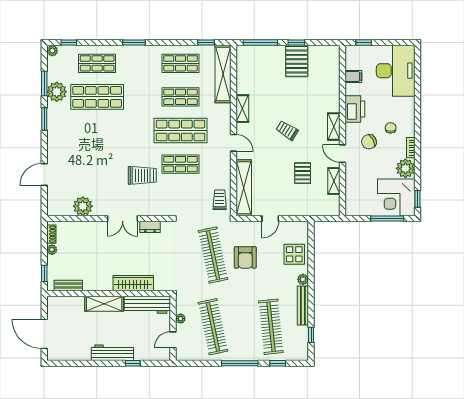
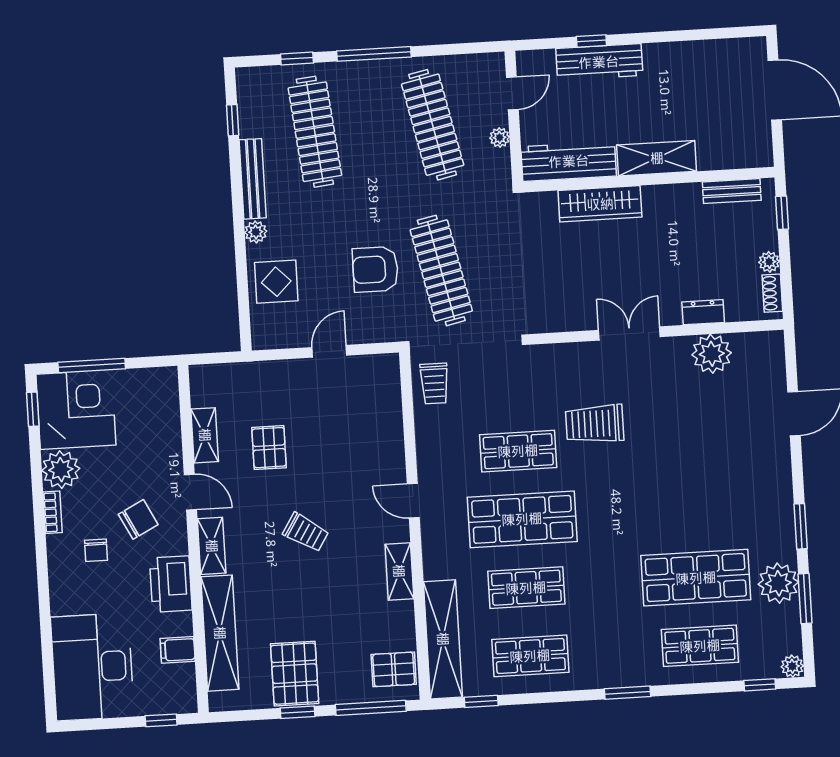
pallet: (248, 61) -> (394, 669), added
shelving: (244, 188) -> (220, 633), moved
dresser: (150, 227) -> (703, 312), moved
armchair: (245, 257) -> (375, 269), turned -90
workbench: (112, 353) -> (599, 62), moved

